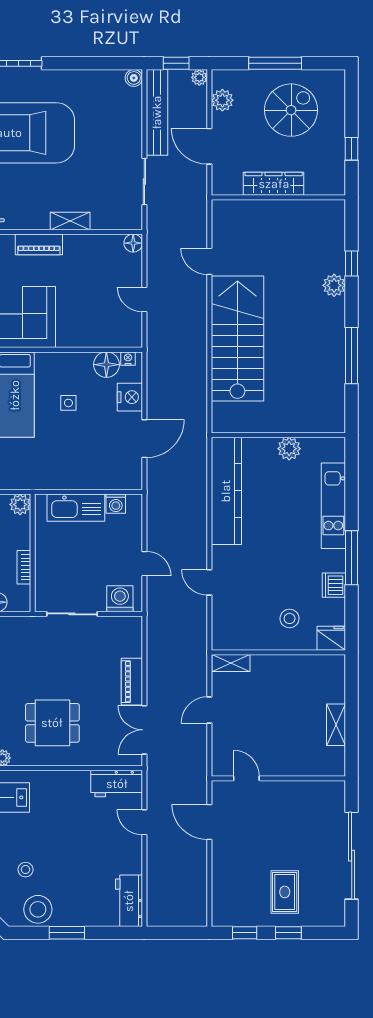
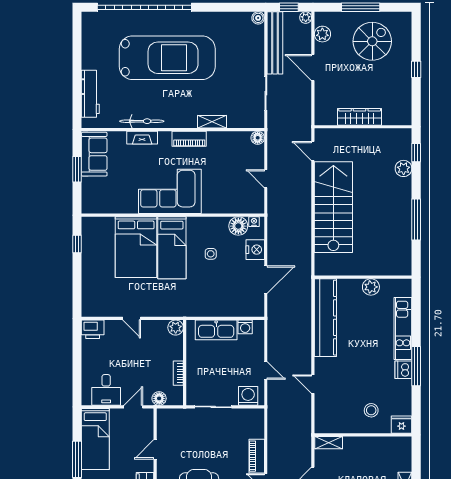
wardrobe: (274, 184) -> (360, 117), moved
wall: (278, 197) -> (363, 127), moved
dishwasher: (334, 585) -> (403, 370), moved

